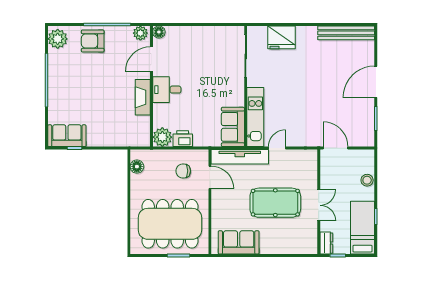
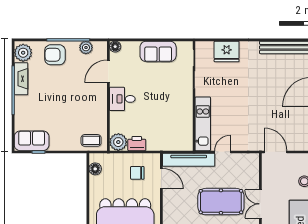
plant: (140, 33) -> (86, 48), moved
fireplace: (143, 97) -> (21, 79), moved, turned 180
sofa: (233, 127) -> (158, 51), moved, turned -90
coffee table: (132, 135) -> (91, 140), added
double door: (319, 205) -> (260, 204), swing flipped

